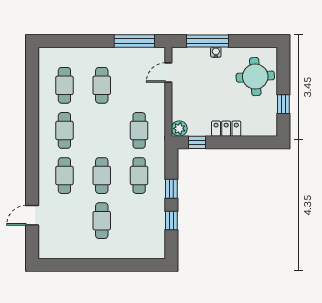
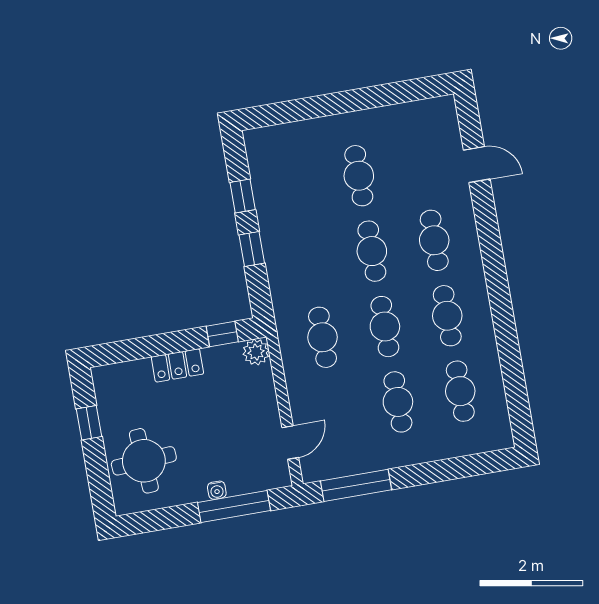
cafe table: (139, 176) -> (385, 327), moved
door: (32, 215) -> (477, 165), hinge flipped

